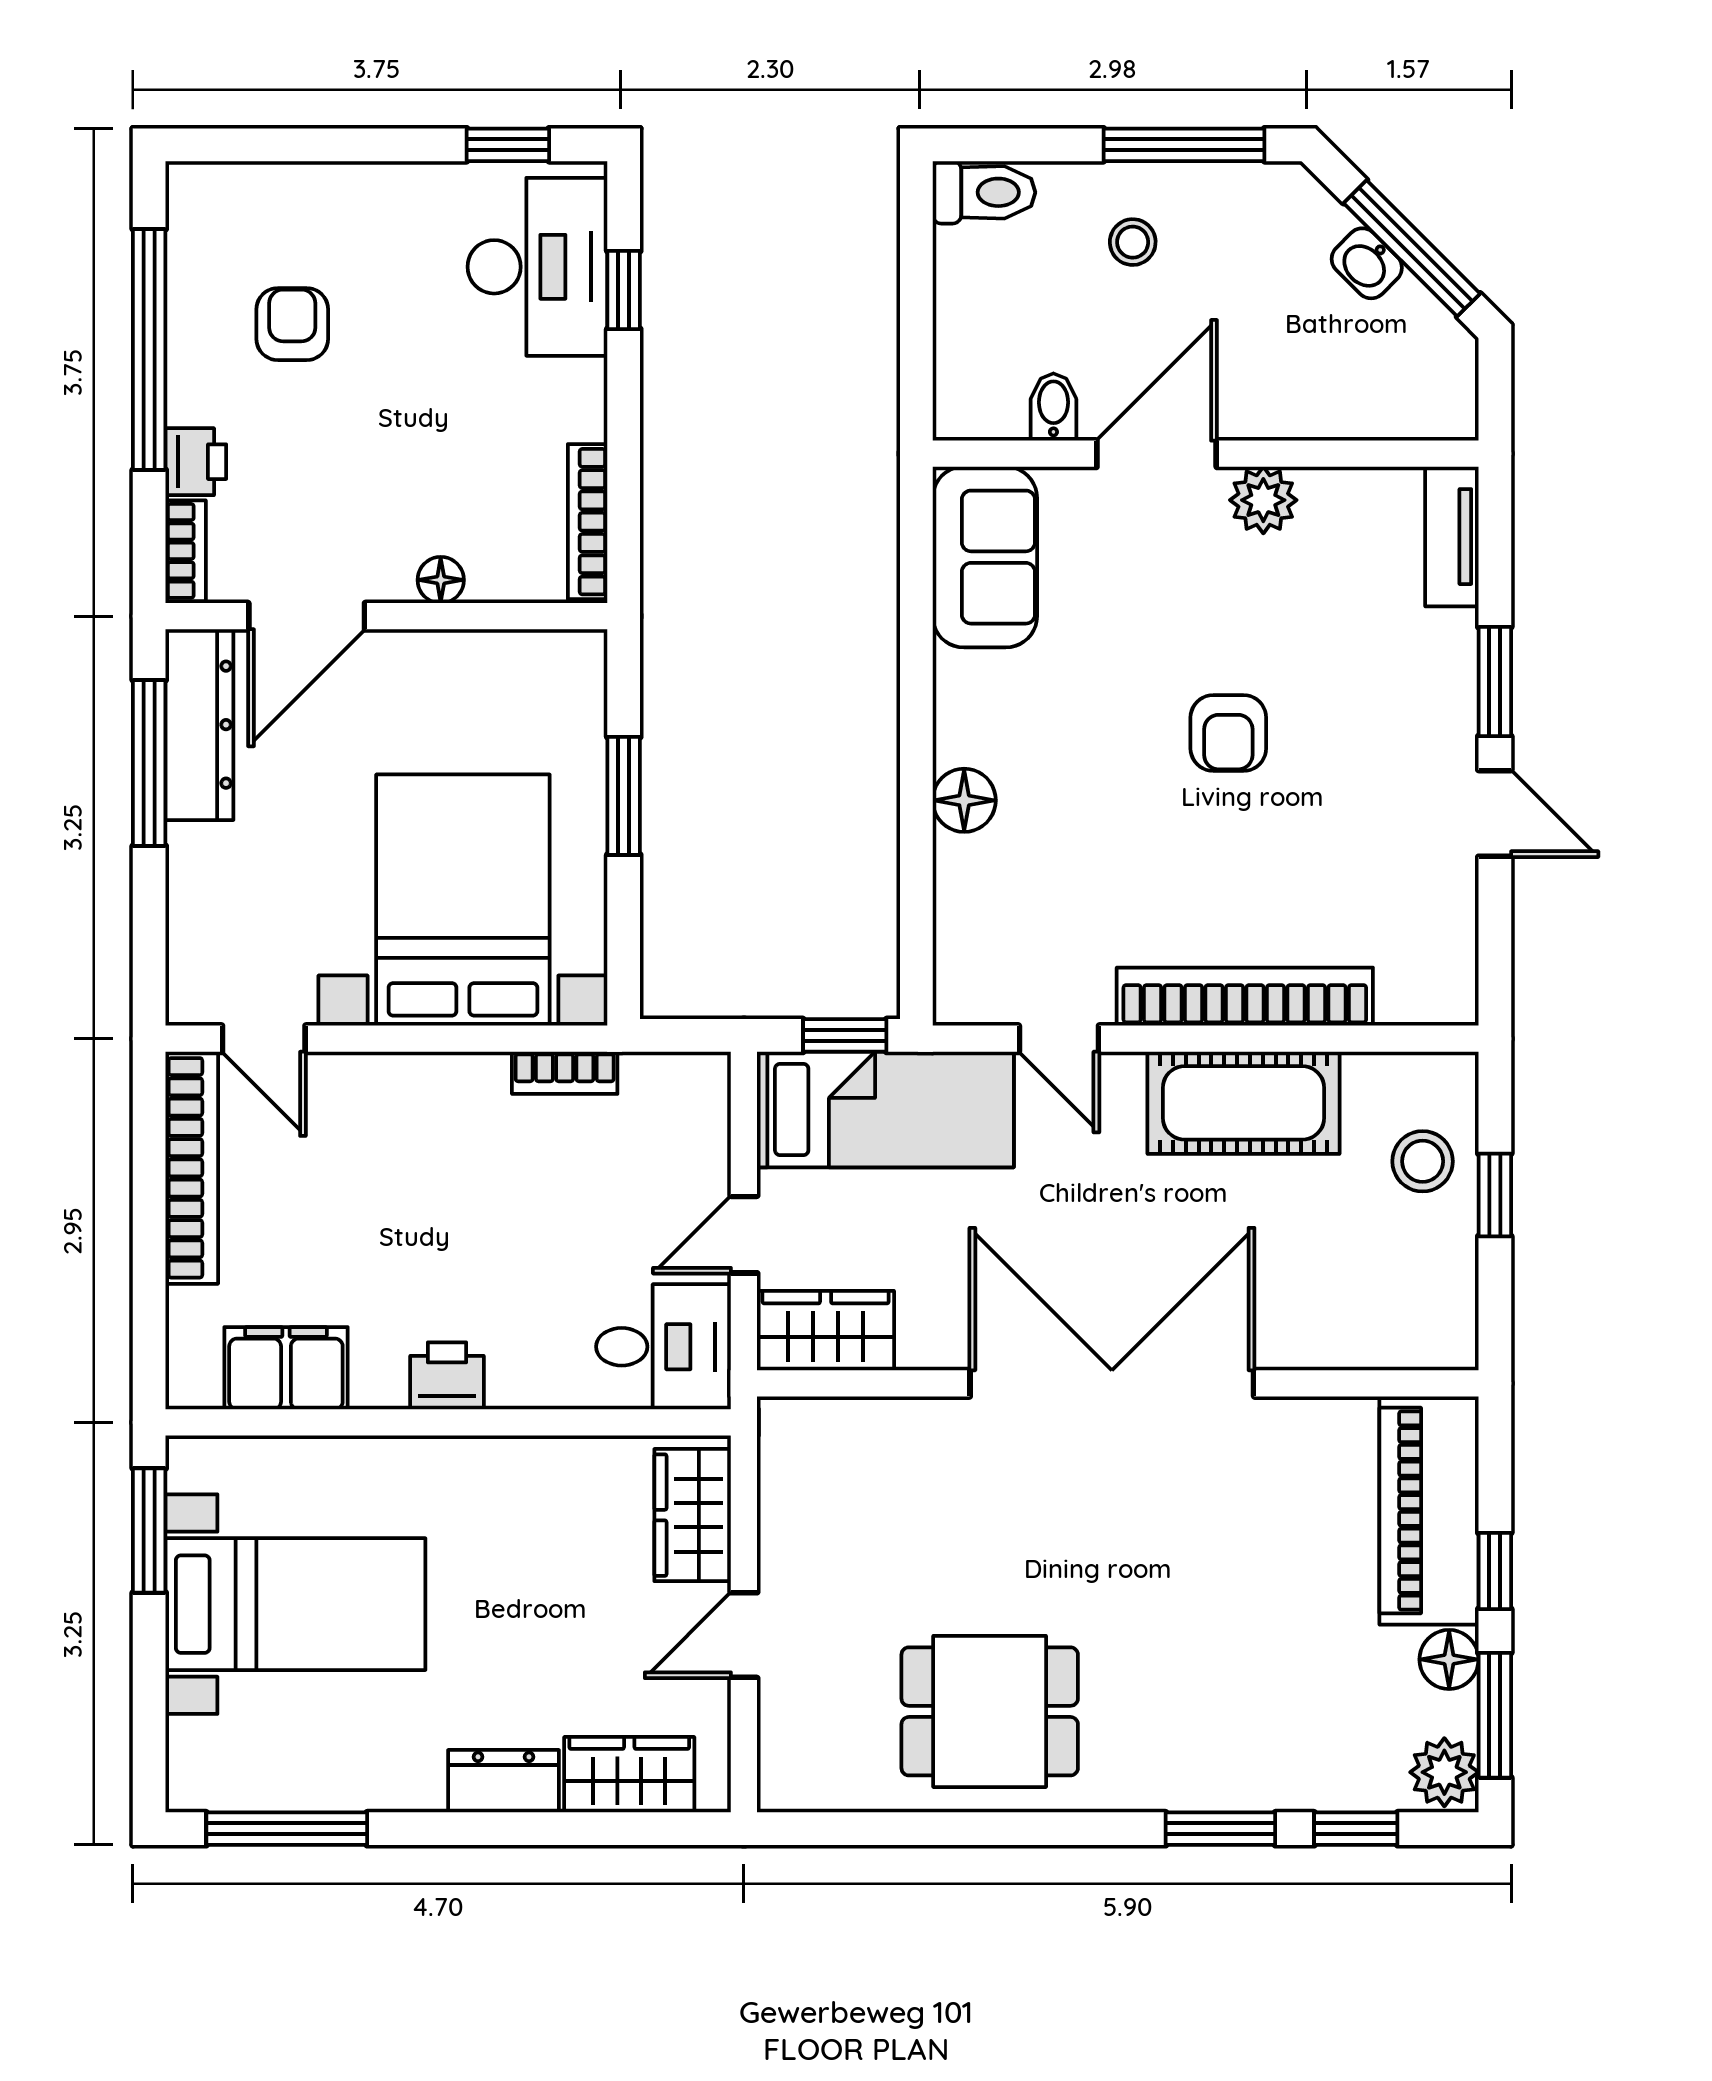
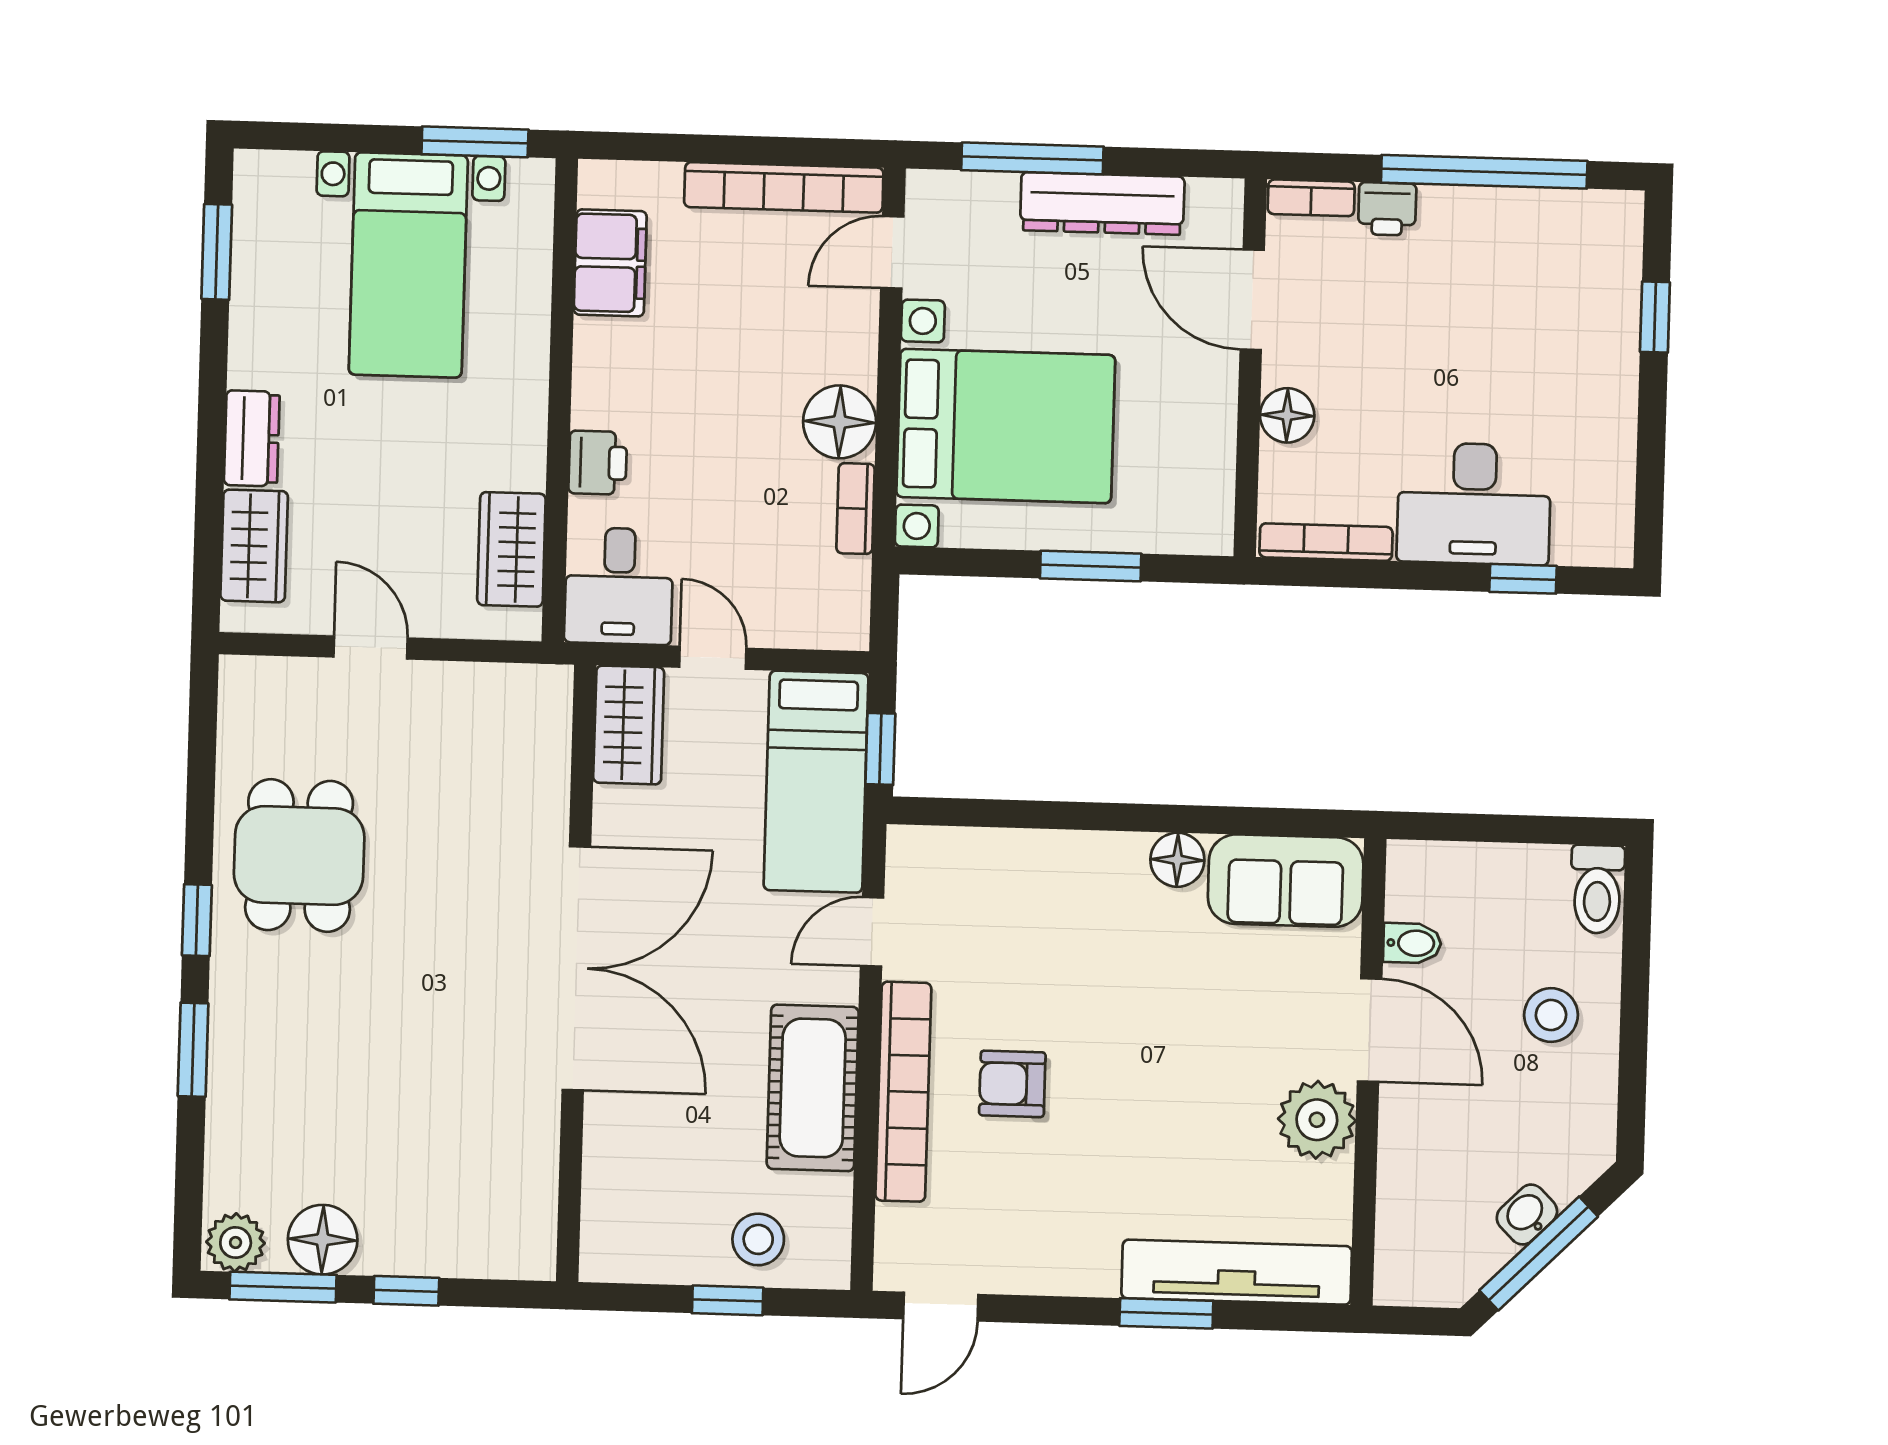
window: (508, 145) -> (1655, 317), moved
window: (1184, 145) -> (1633, 1061), removed
stool: (1133, 242) -> (1551, 1015), width x1.37, depth x1.37
desk: (537, 267) -> (1474, 504), moved
armchair: (292, 324) -> (1502, 295), removed
plant: (1263, 500) -> (1317, 1120), width x1.36, depth x1.36
tv unit: (1452, 537) -> (1237, 1272), width x1.92, depth x1.29
floor lamp: (441, 580) -> (1287, 415), width x1.37, depth x1.37
dresser: (199, 725) -> (1102, 203), moved
armchair: (1228, 733) -> (1012, 1084), moved
window: (149, 763) -> (1032, 158), moved
floor lamp: (964, 800) -> (1177, 860), moved
door: (1495, 813) -> (941, 1307), moved
floor lamp: (464, 1094) -> (840, 422), added
printer: (447, 1376) -> (598, 463), moved
piano: (1429, 1510) -> (460, 1236), removed
wardrobe: (693, 1515) -> (511, 549), moved, turned -90
floor lamp: (1449, 1659) -> (323, 1240), width x1.38, depth x1.38
window: (287, 1829) -> (217, 252), width x0.69
window: (1356, 1829) -> (197, 920), moved

